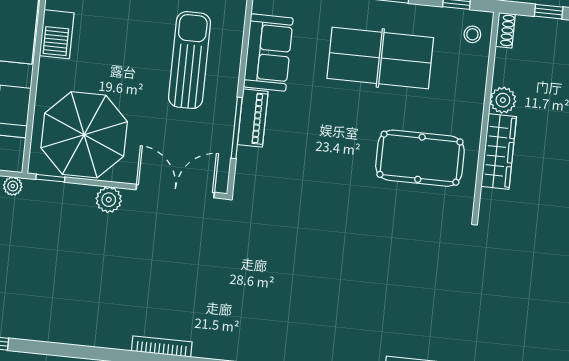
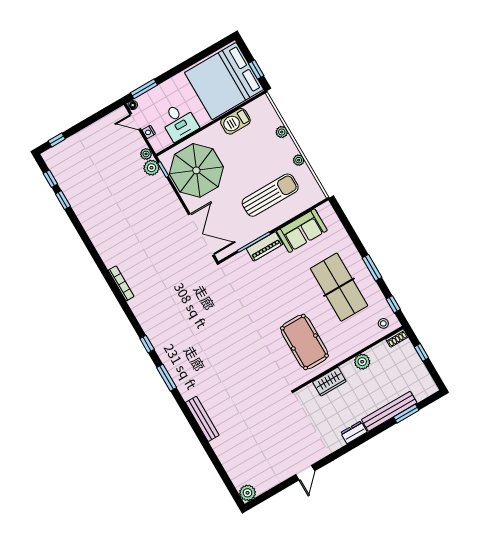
wardrobe: (499, 151) -> (329, 382), width x0.67
plant: (109, 200) -> (151, 168), moved

